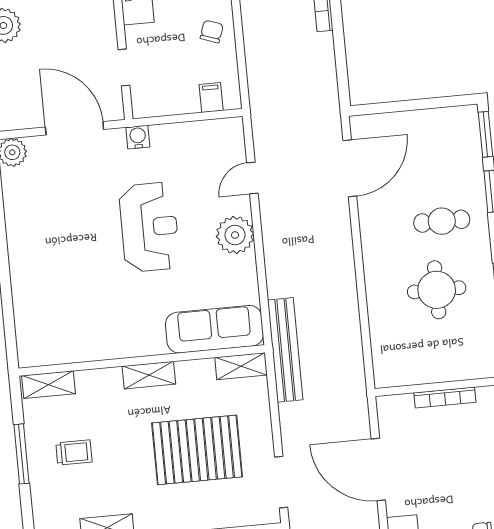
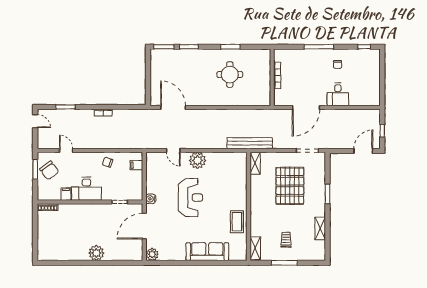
cafe table: (442, 221) -> (200, 69), removed
reception desk: (149, 227) -> (190, 198), turned 90
sofa: (214, 329) -> (207, 252), moved, turned 90
coffee table: (104, 337) -> (237, 222), added
shelving: (149, 375) -> (255, 204), removed

